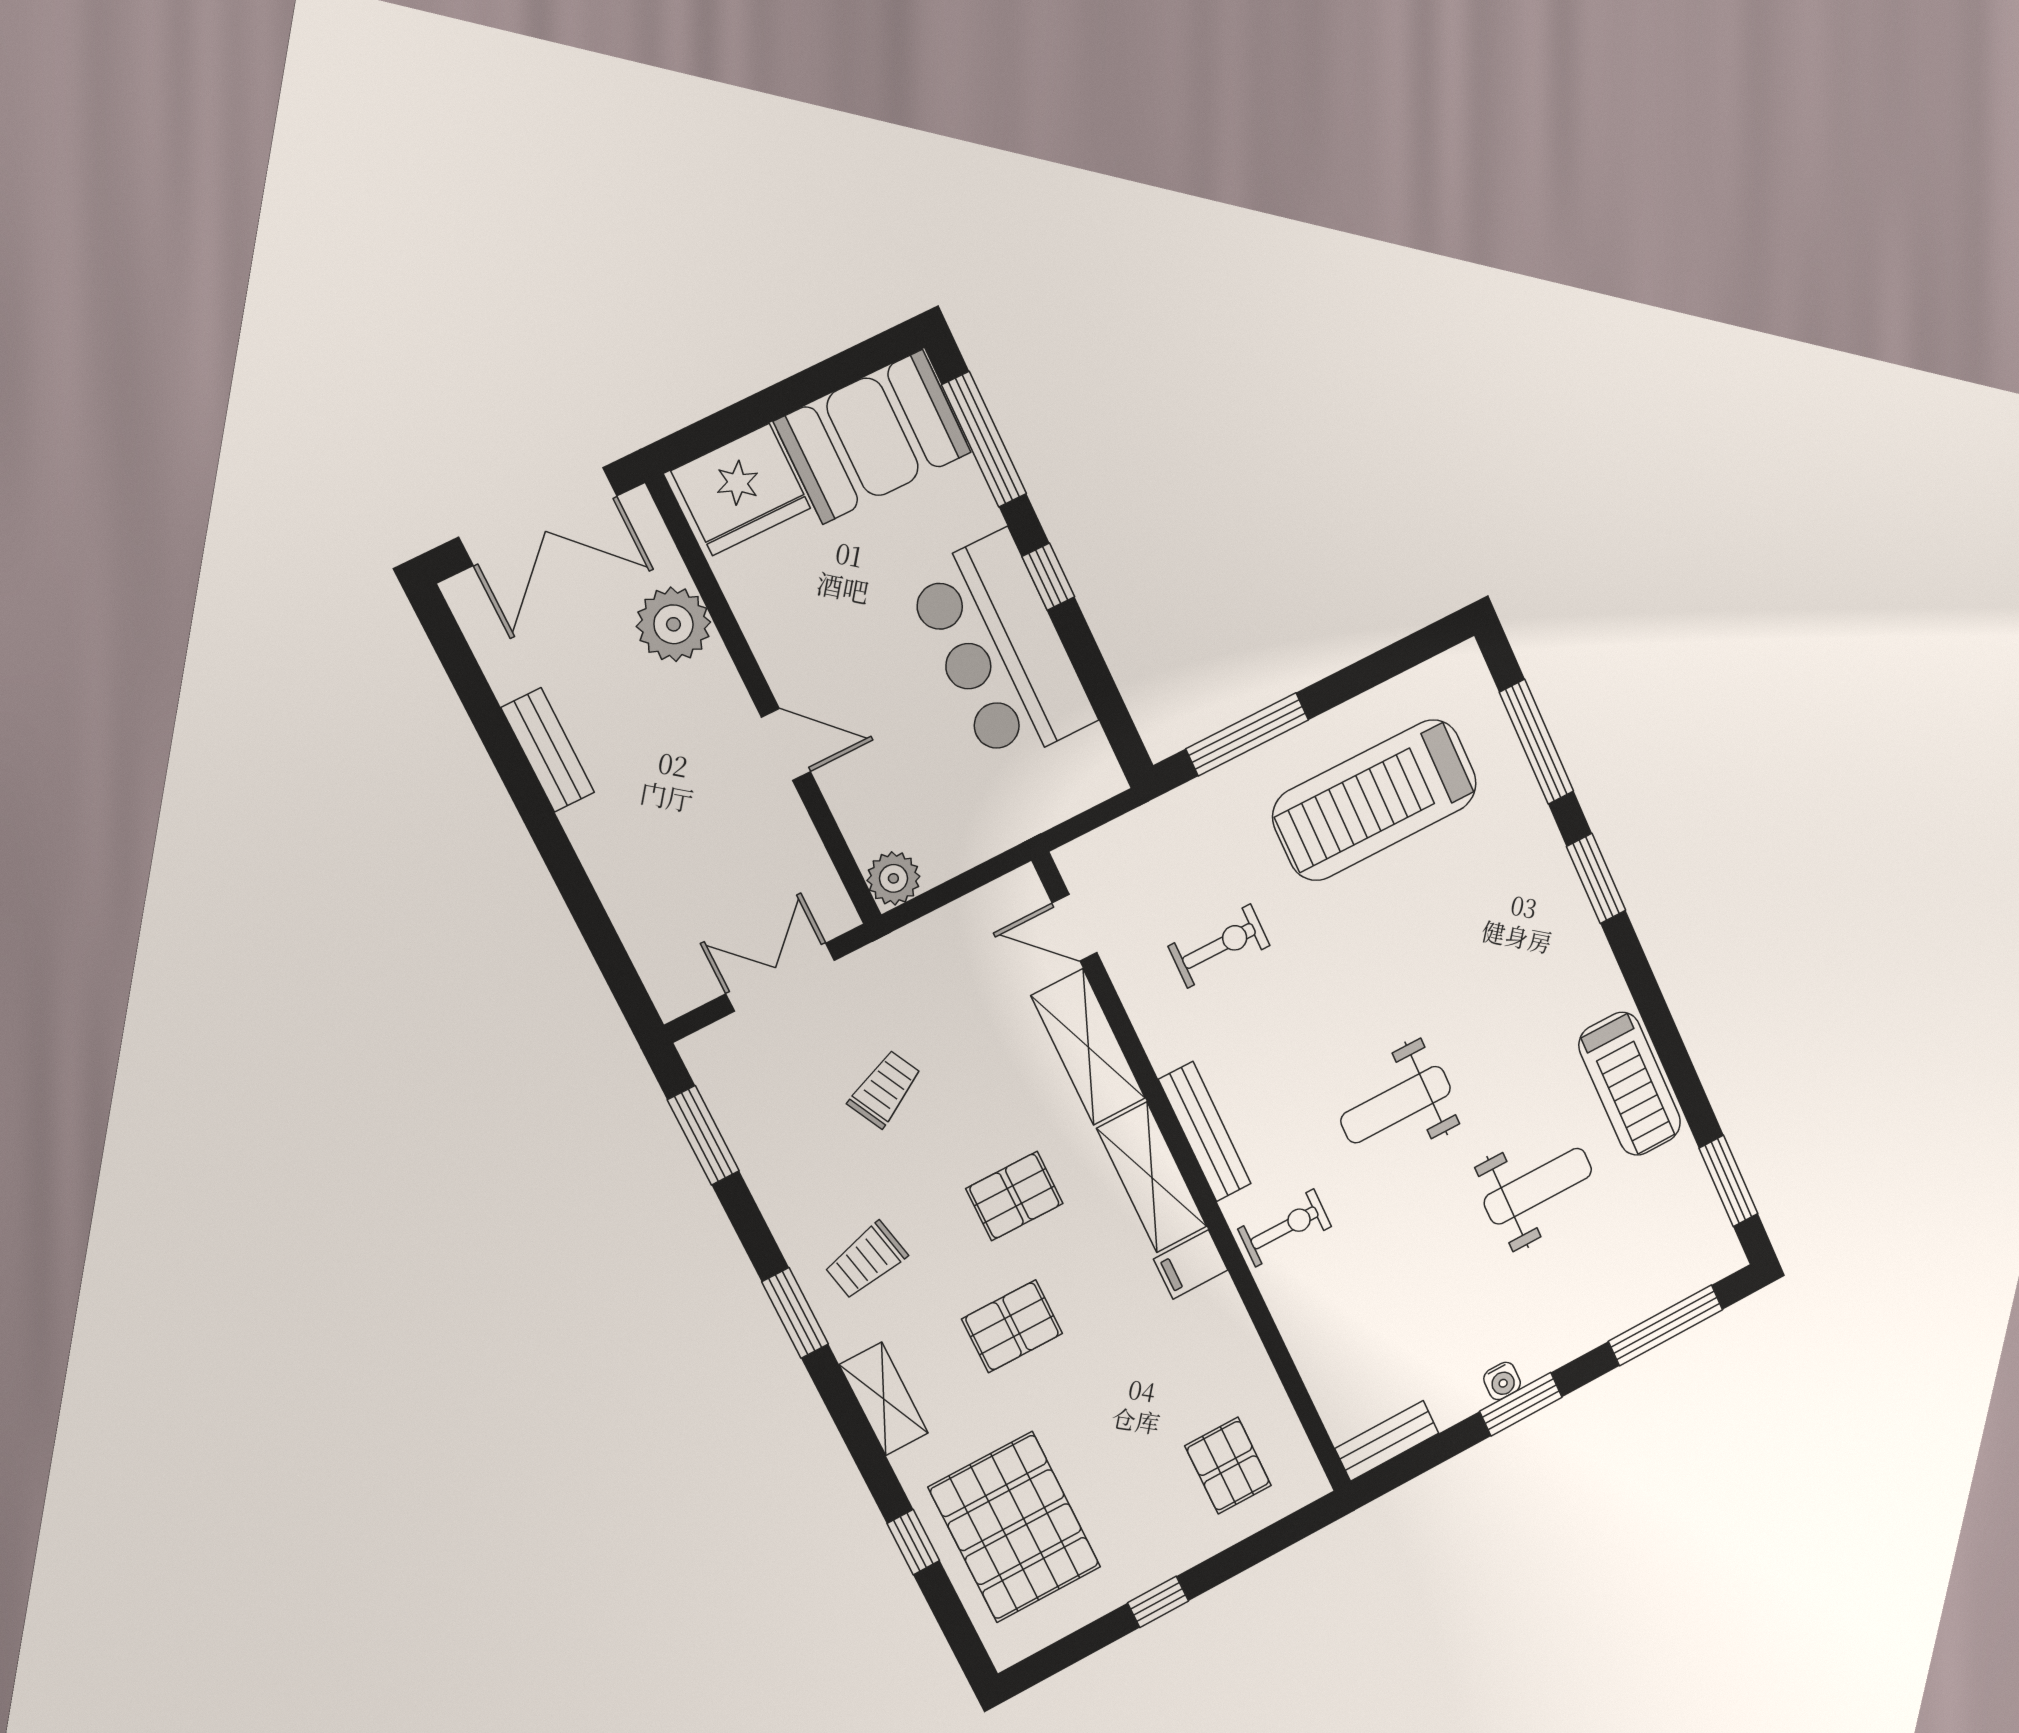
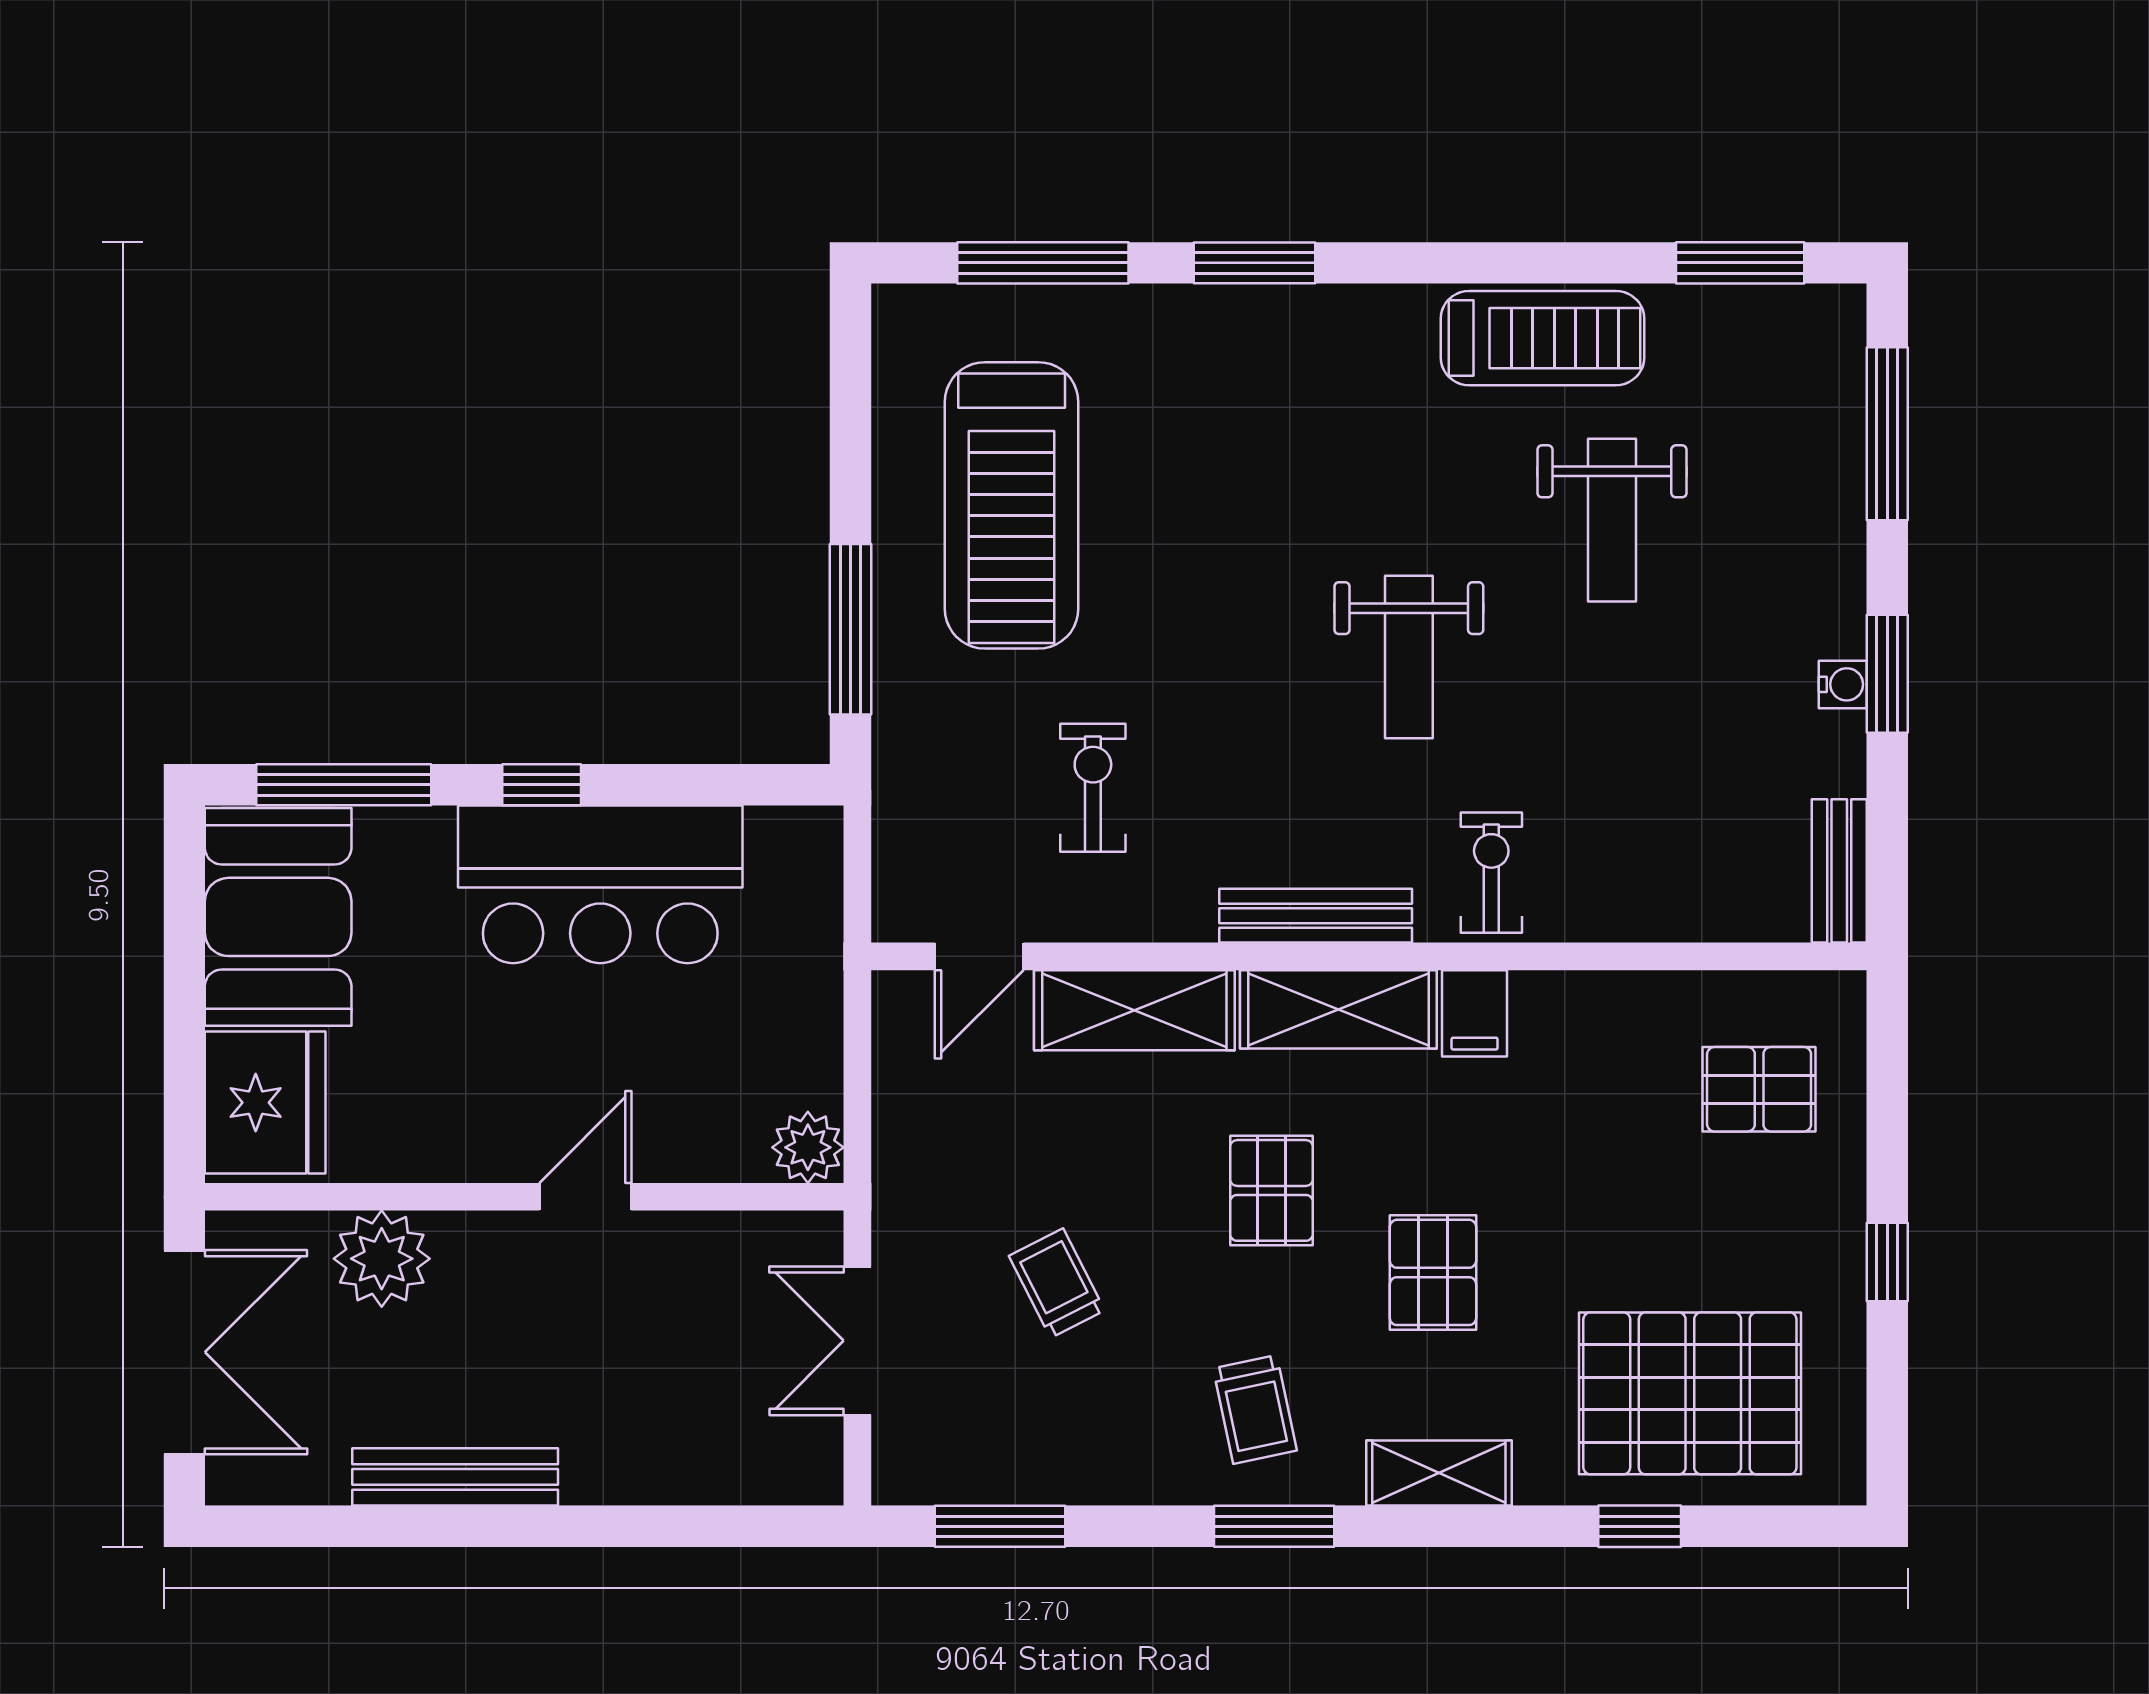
bench: (548, 750) -> (455, 1477), width x1.36
weight bench: (1538, 1186) -> (1612, 520), turned 180

